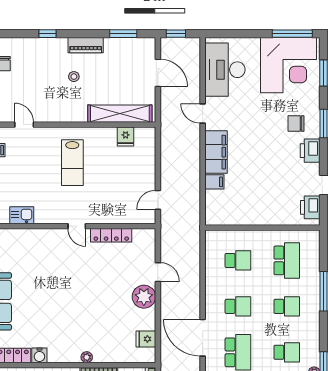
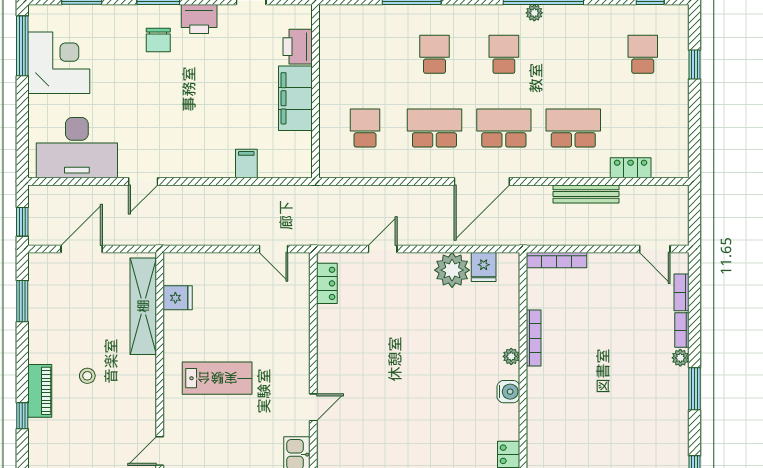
piano: (86, 45) -> (40, 391), moved
corner desk: (289, 65) -> (59, 63), width x0.74, depth x0.74
filing cabinet: (216, 152) -> (295, 98), moved, turned -90
printer: (310, 207) -> (298, 47), moved, turned 90
door: (77, 226) -> (313, 407), moved
locker: (111, 235) -> (327, 283), moved, width x0.66
school desk: (287, 260) -> (365, 54), removed
plant: (144, 297) -> (452, 270), moved
school desk: (238, 306) -> (434, 128), width x1.85
water cooler: (39, 355) -> (508, 392), moved

